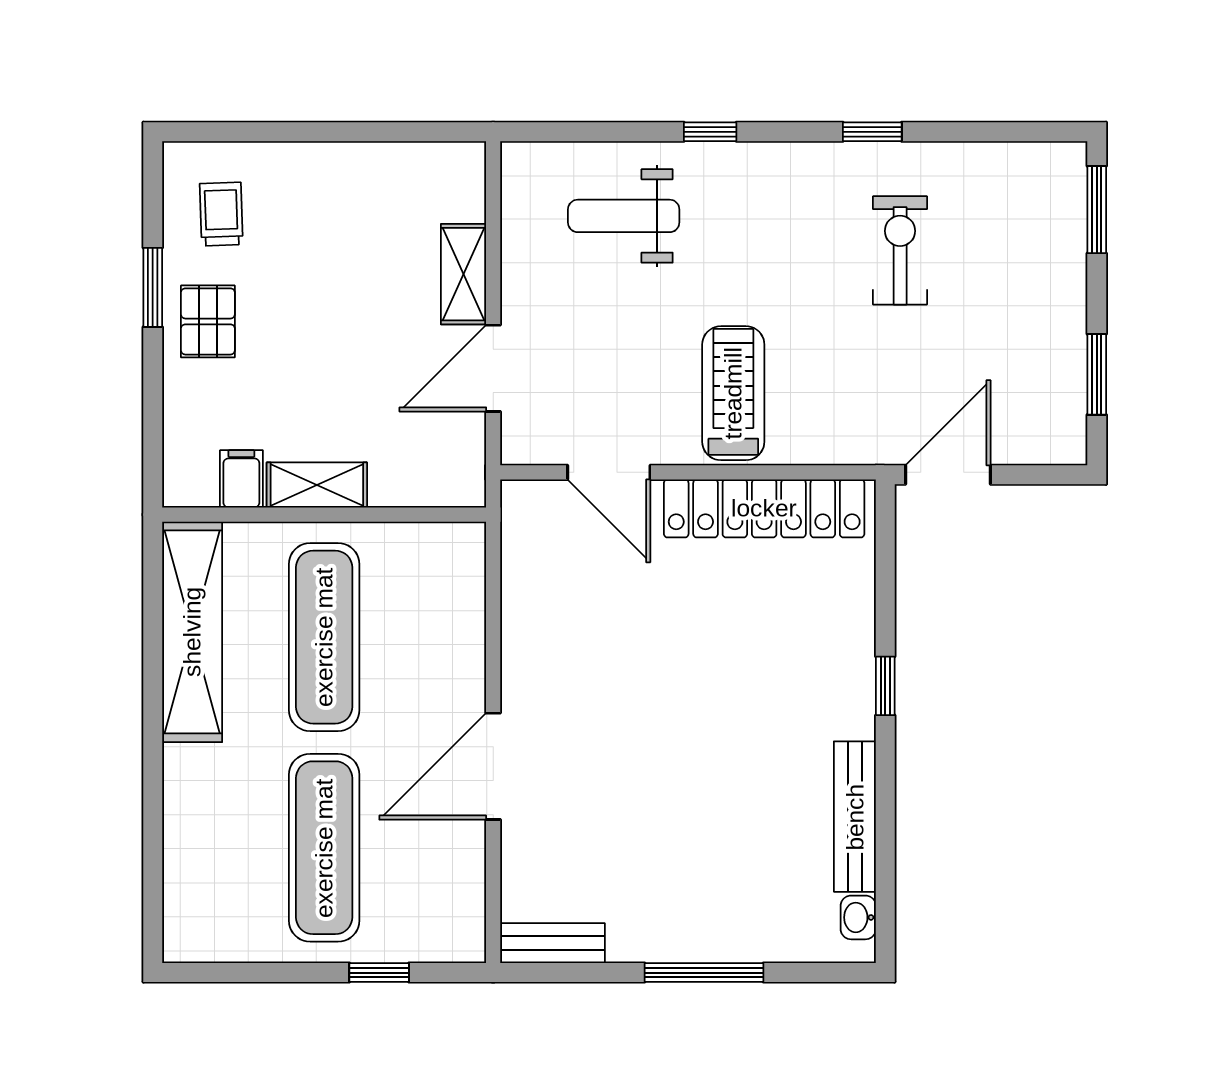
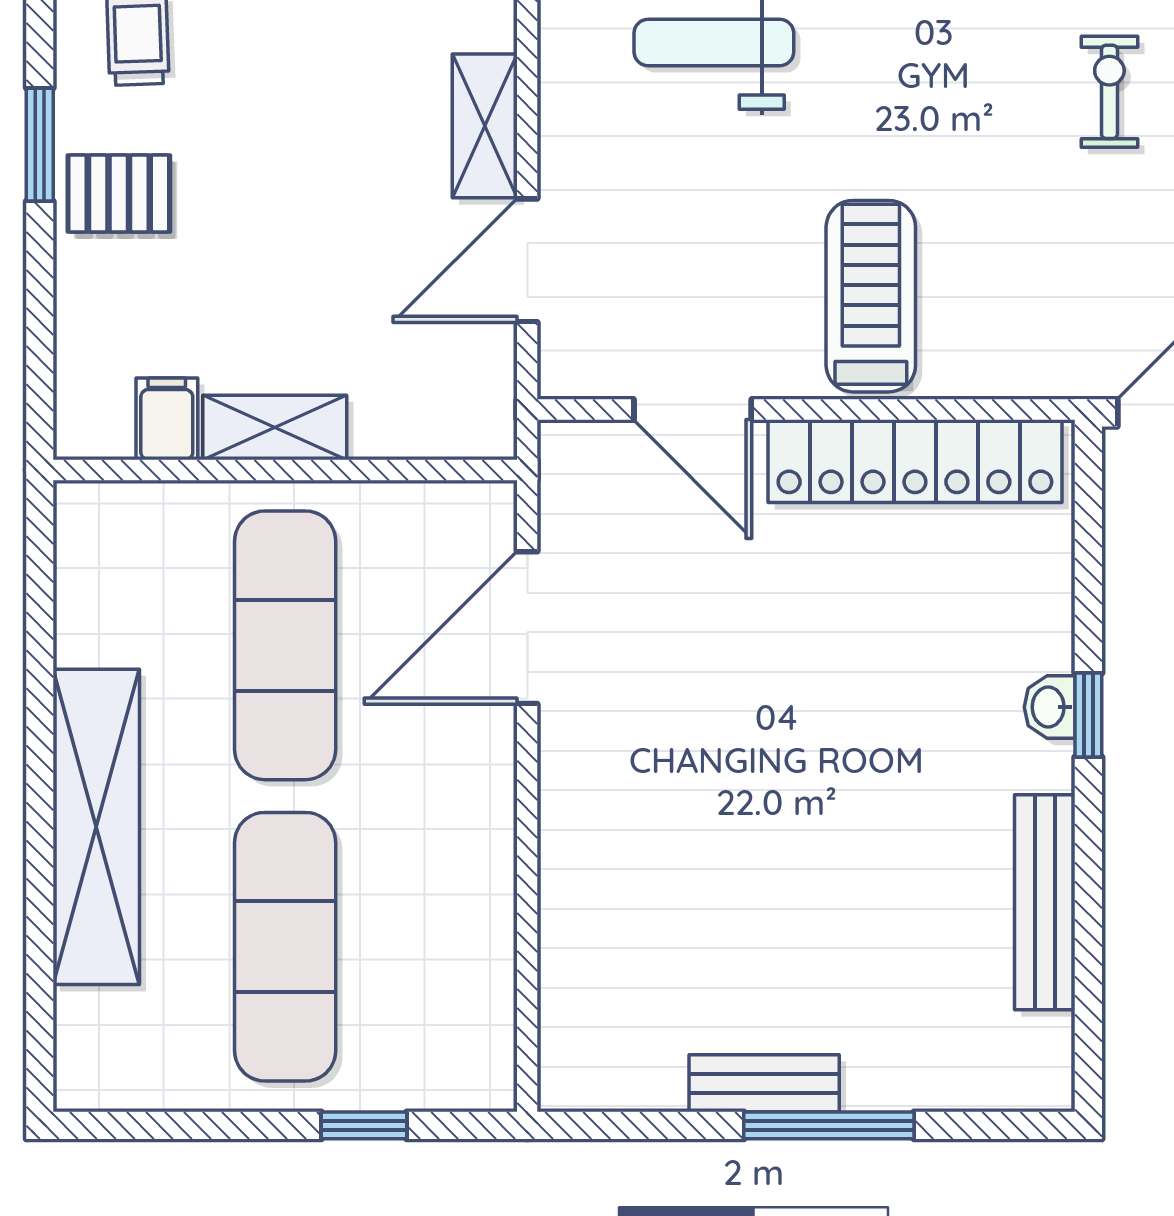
exercise bike: (900, 250) -> (1109, 92), width x0.73, depth x0.72
pallet: (208, 321) -> (119, 193), turned 90
shelving: (192, 632) -> (96, 827), moved
door: (493, 766) -> (527, 628), moved
washbasin: (858, 917) -> (1050, 707), moved
bench: (553, 943) -> (764, 1083), moved

